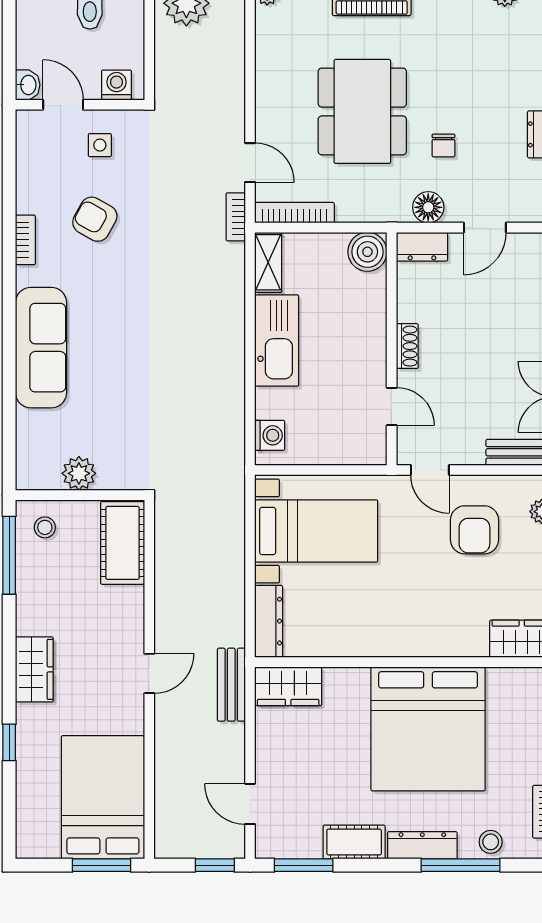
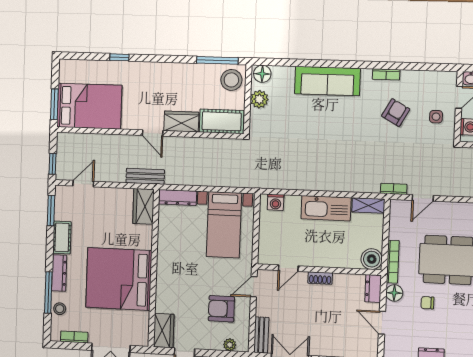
bookcase: (295, 213) -> (393, 262), moved
floor lamp: (32, 470) -> (262, 74), added
stool: (45, 527) -> (231, 80), width x1.89, depth x1.89
wardrobe: (34, 669) -> (181, 122), moved, turned 180

